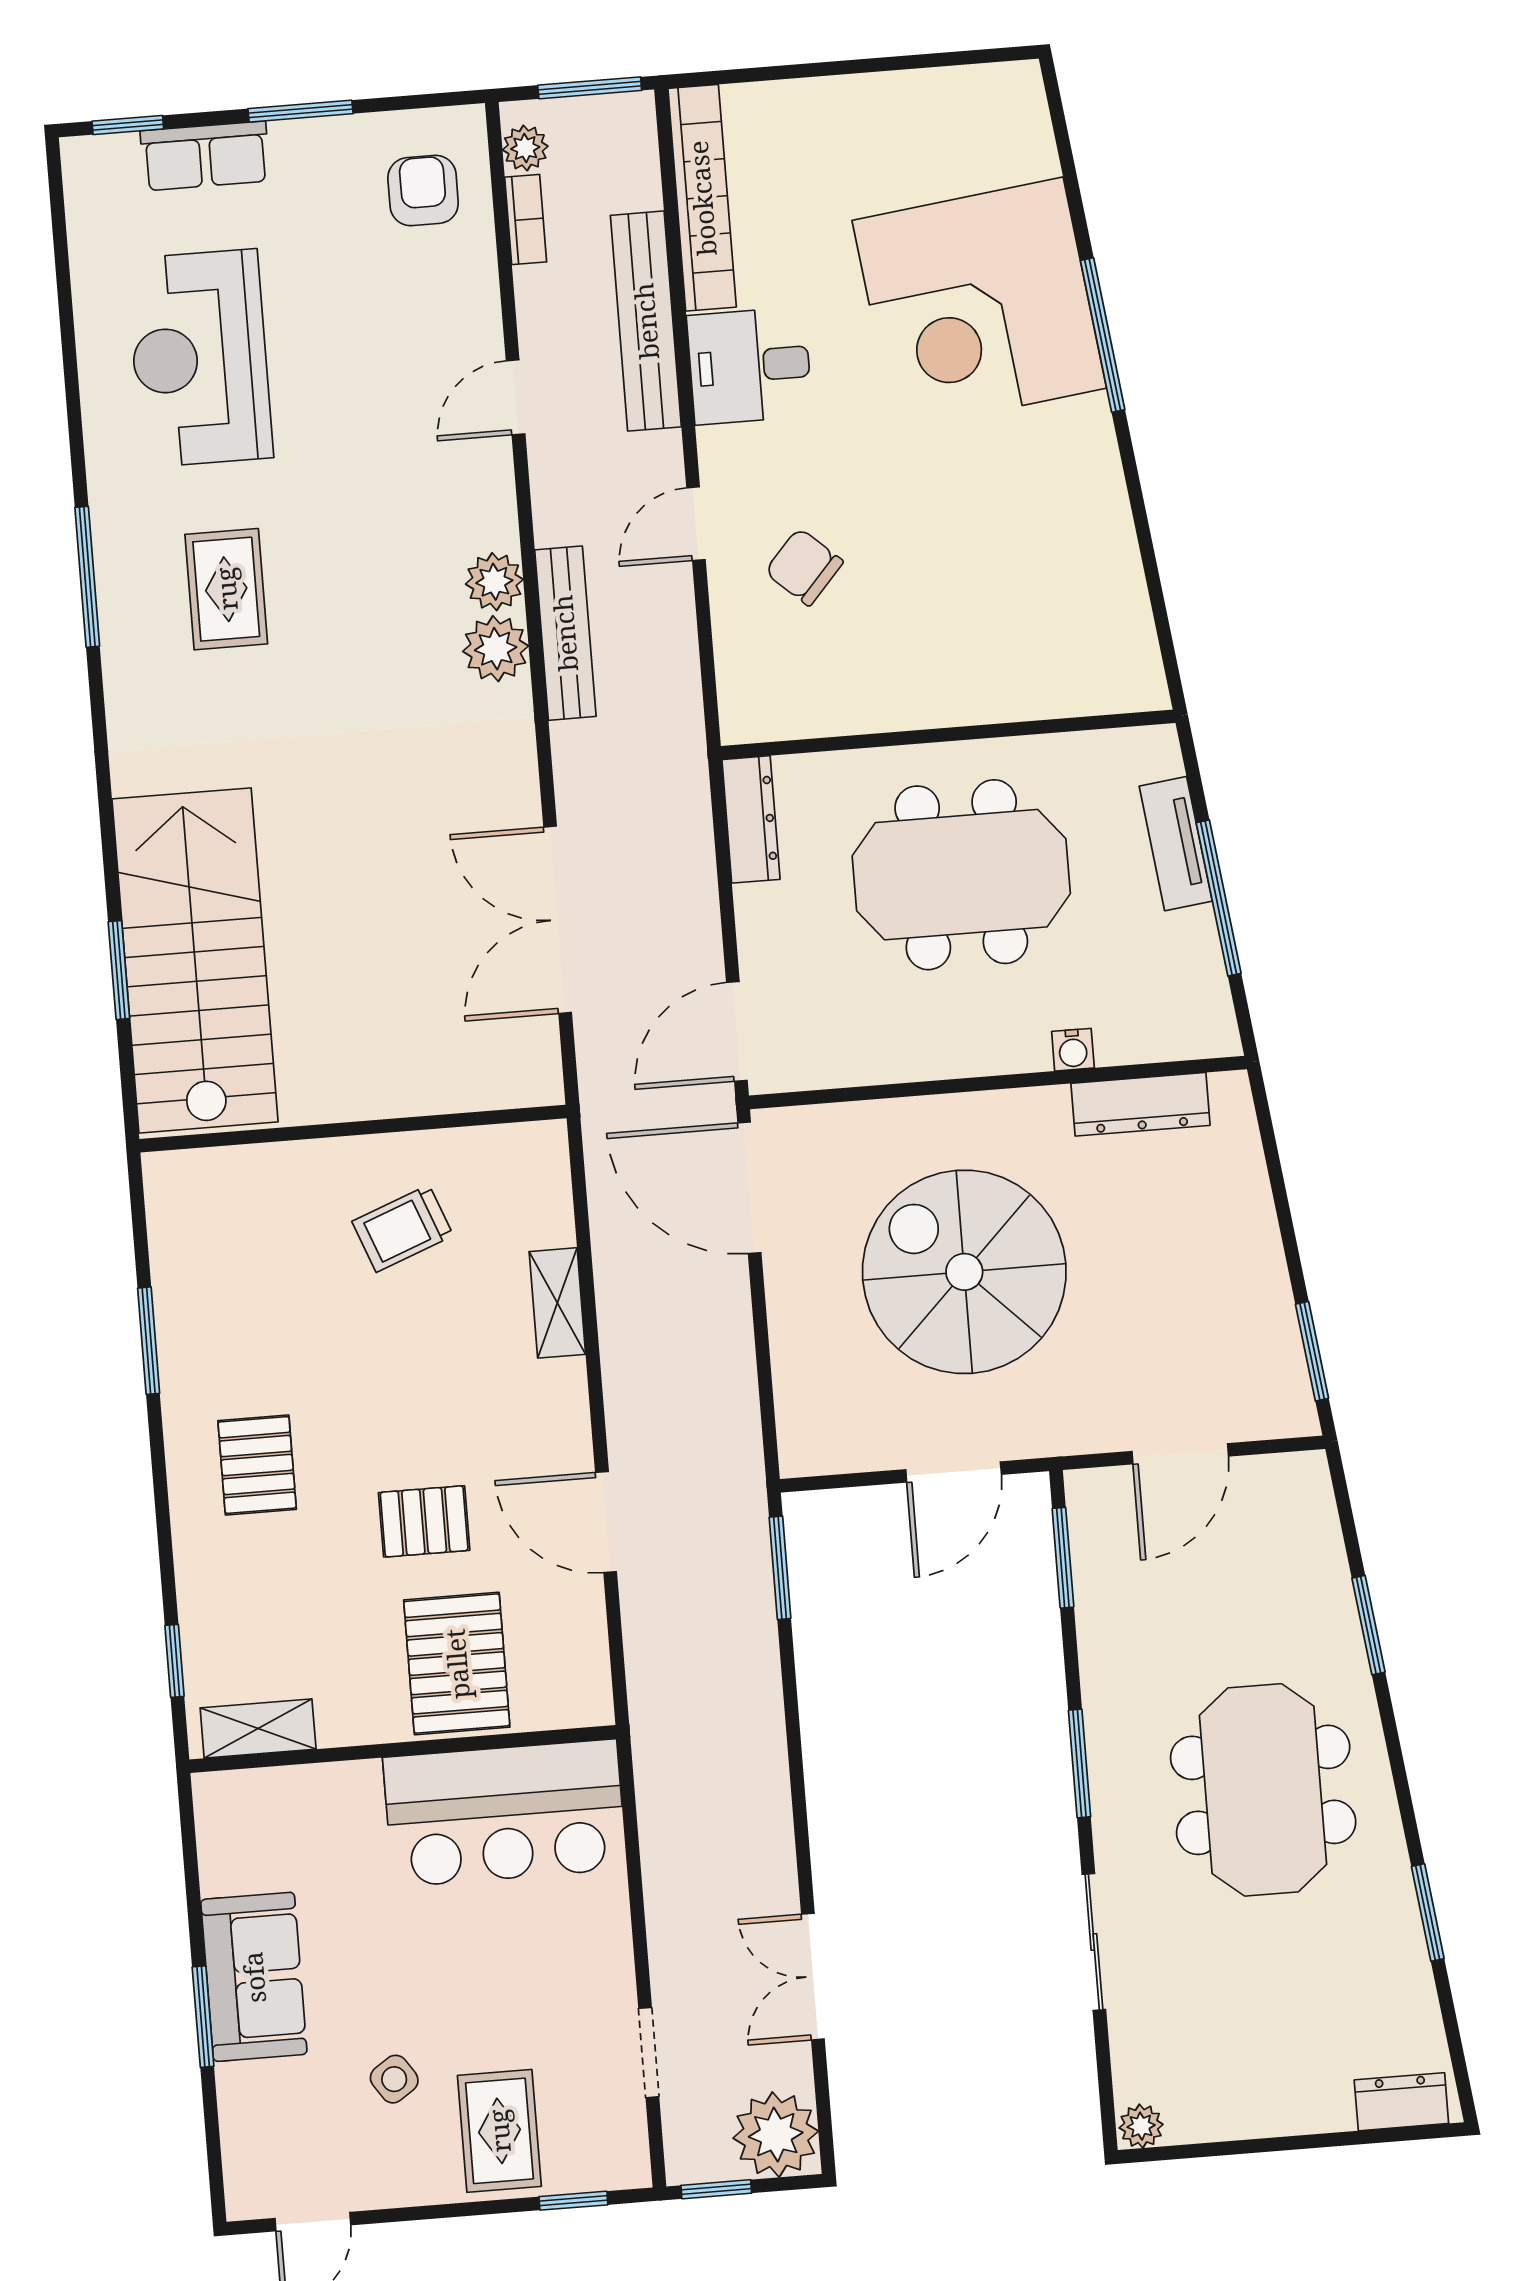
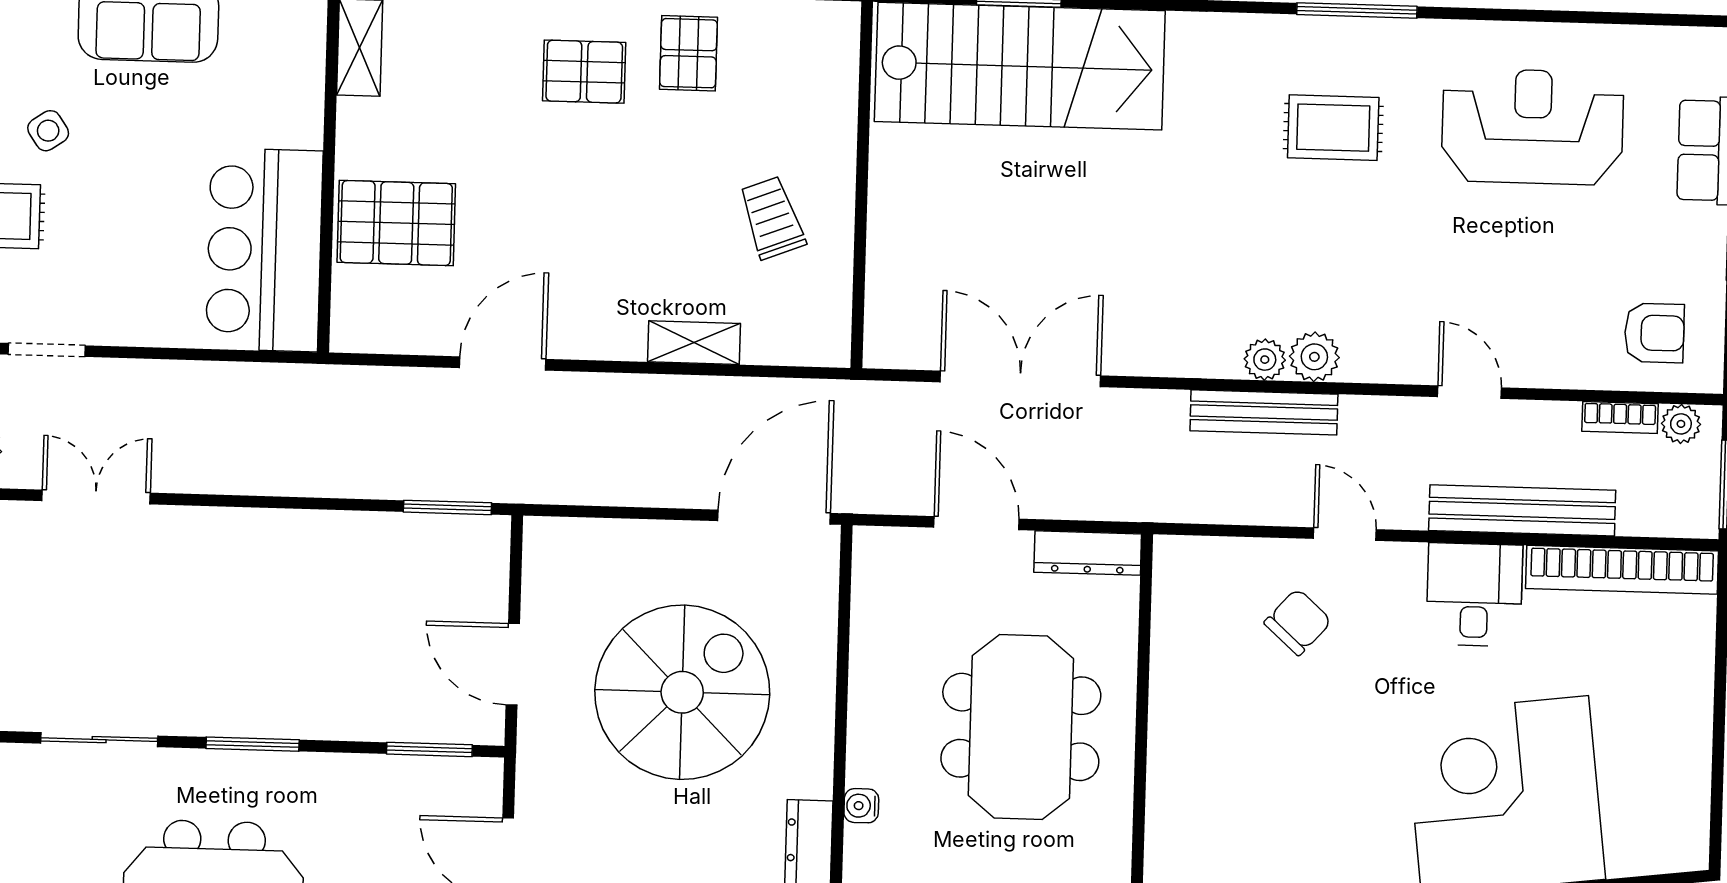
plant: (496, 649) -> (1265, 360), width x0.73, depth x0.73
door: (737, 1031) -> (976, 523), moved
pallet: (424, 1521) -> (688, 53), moved

